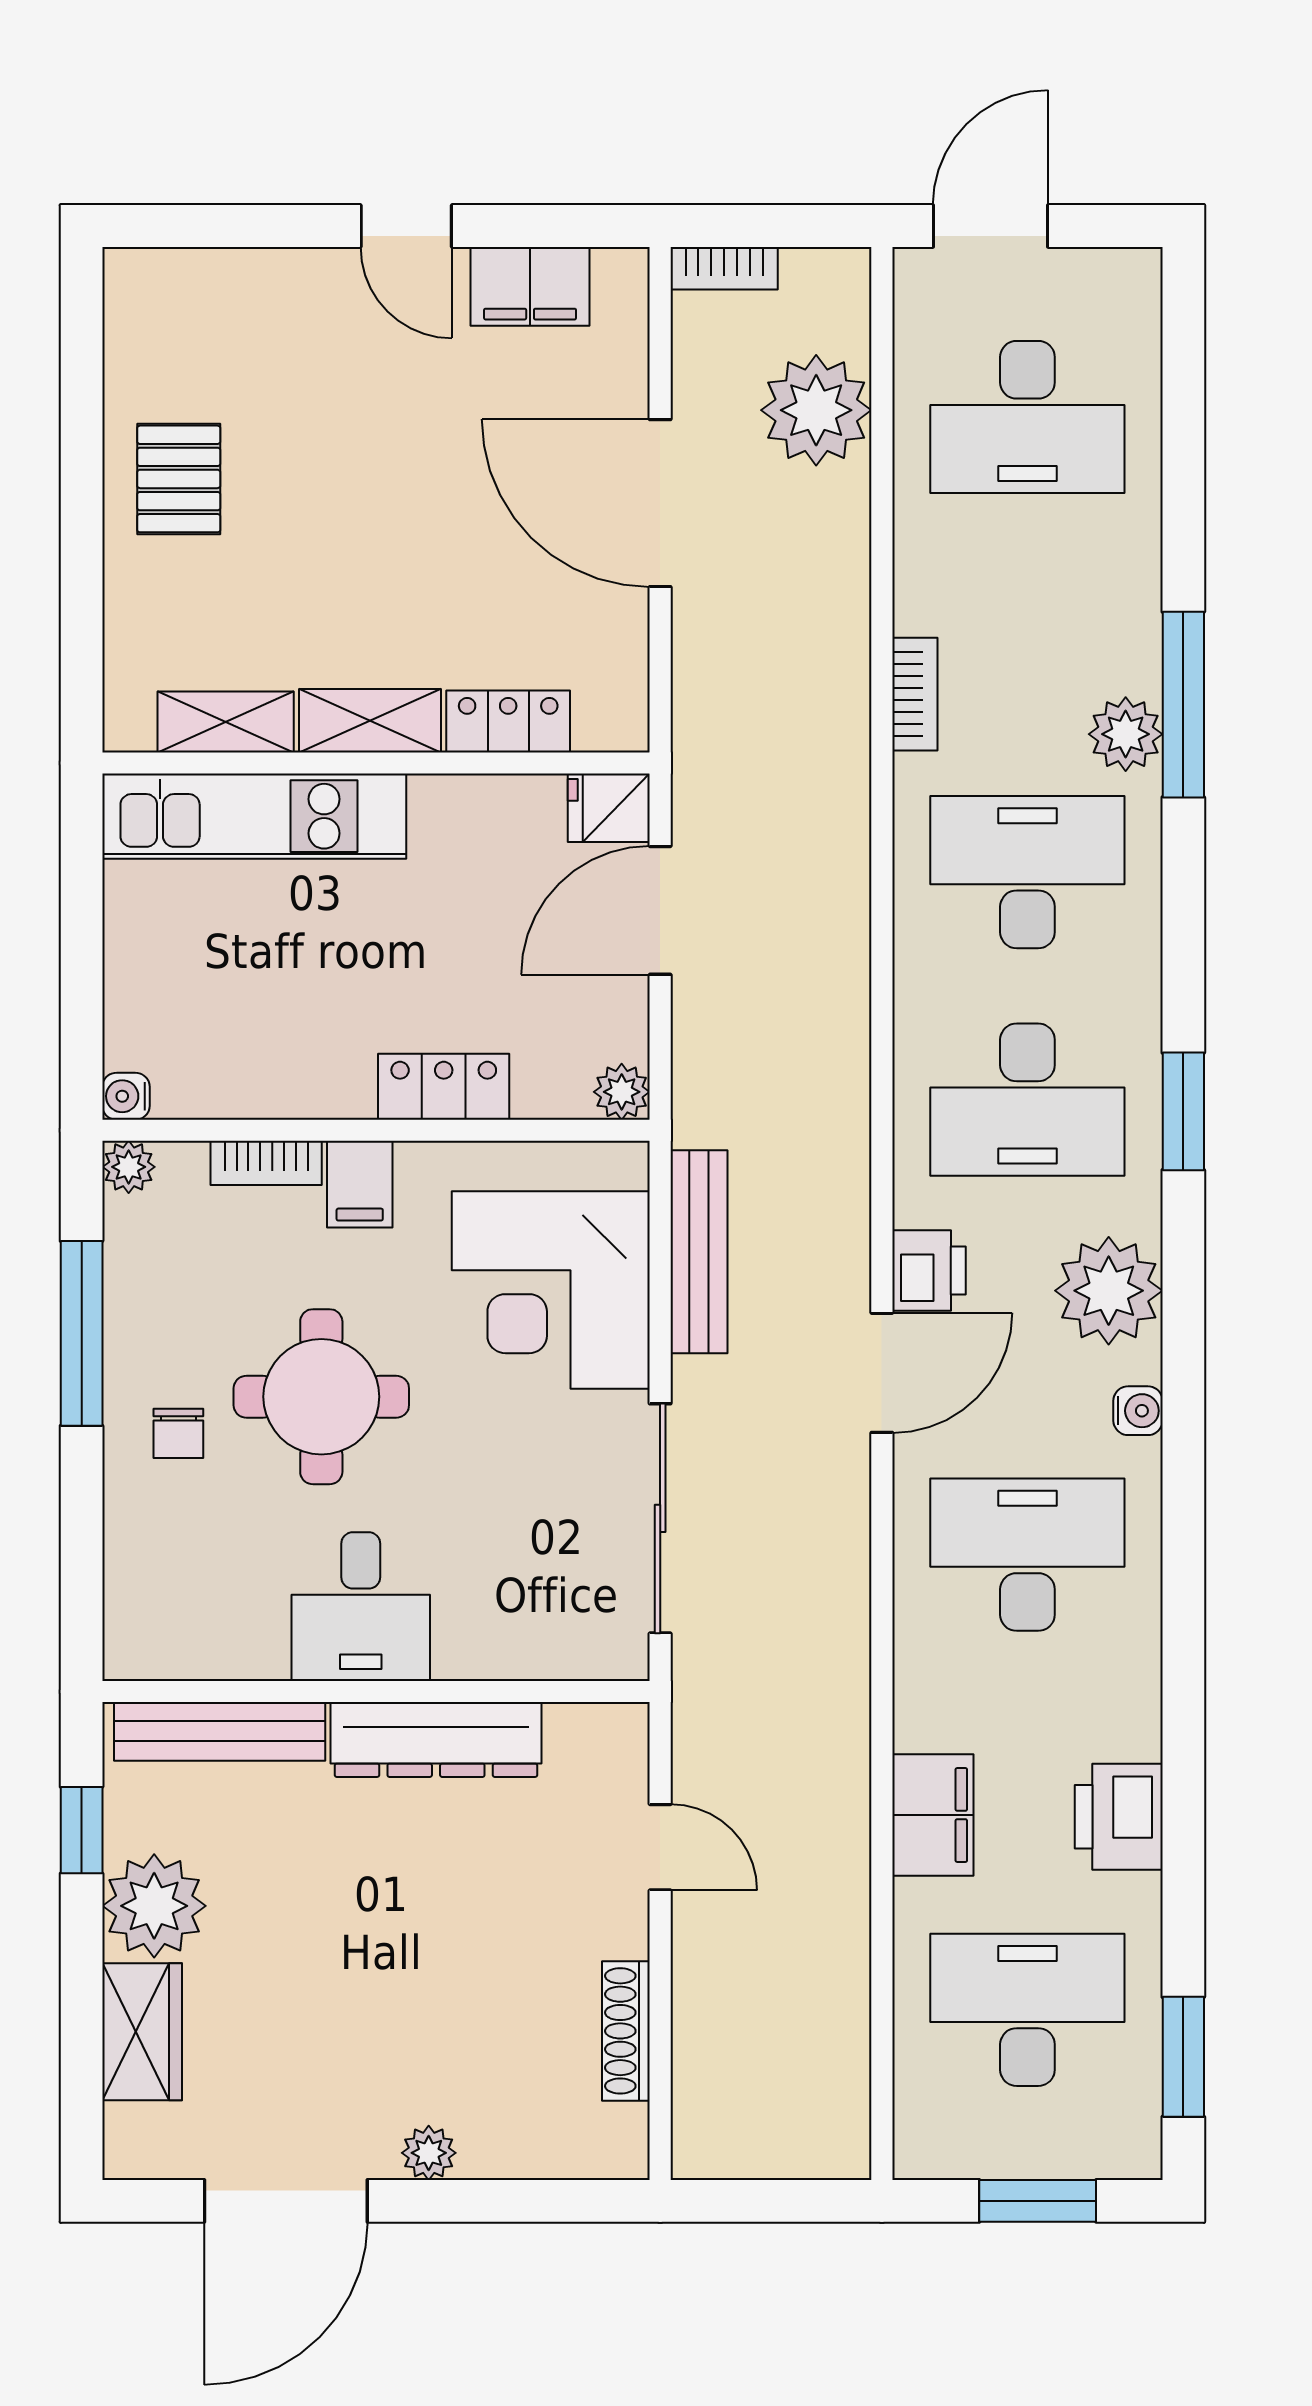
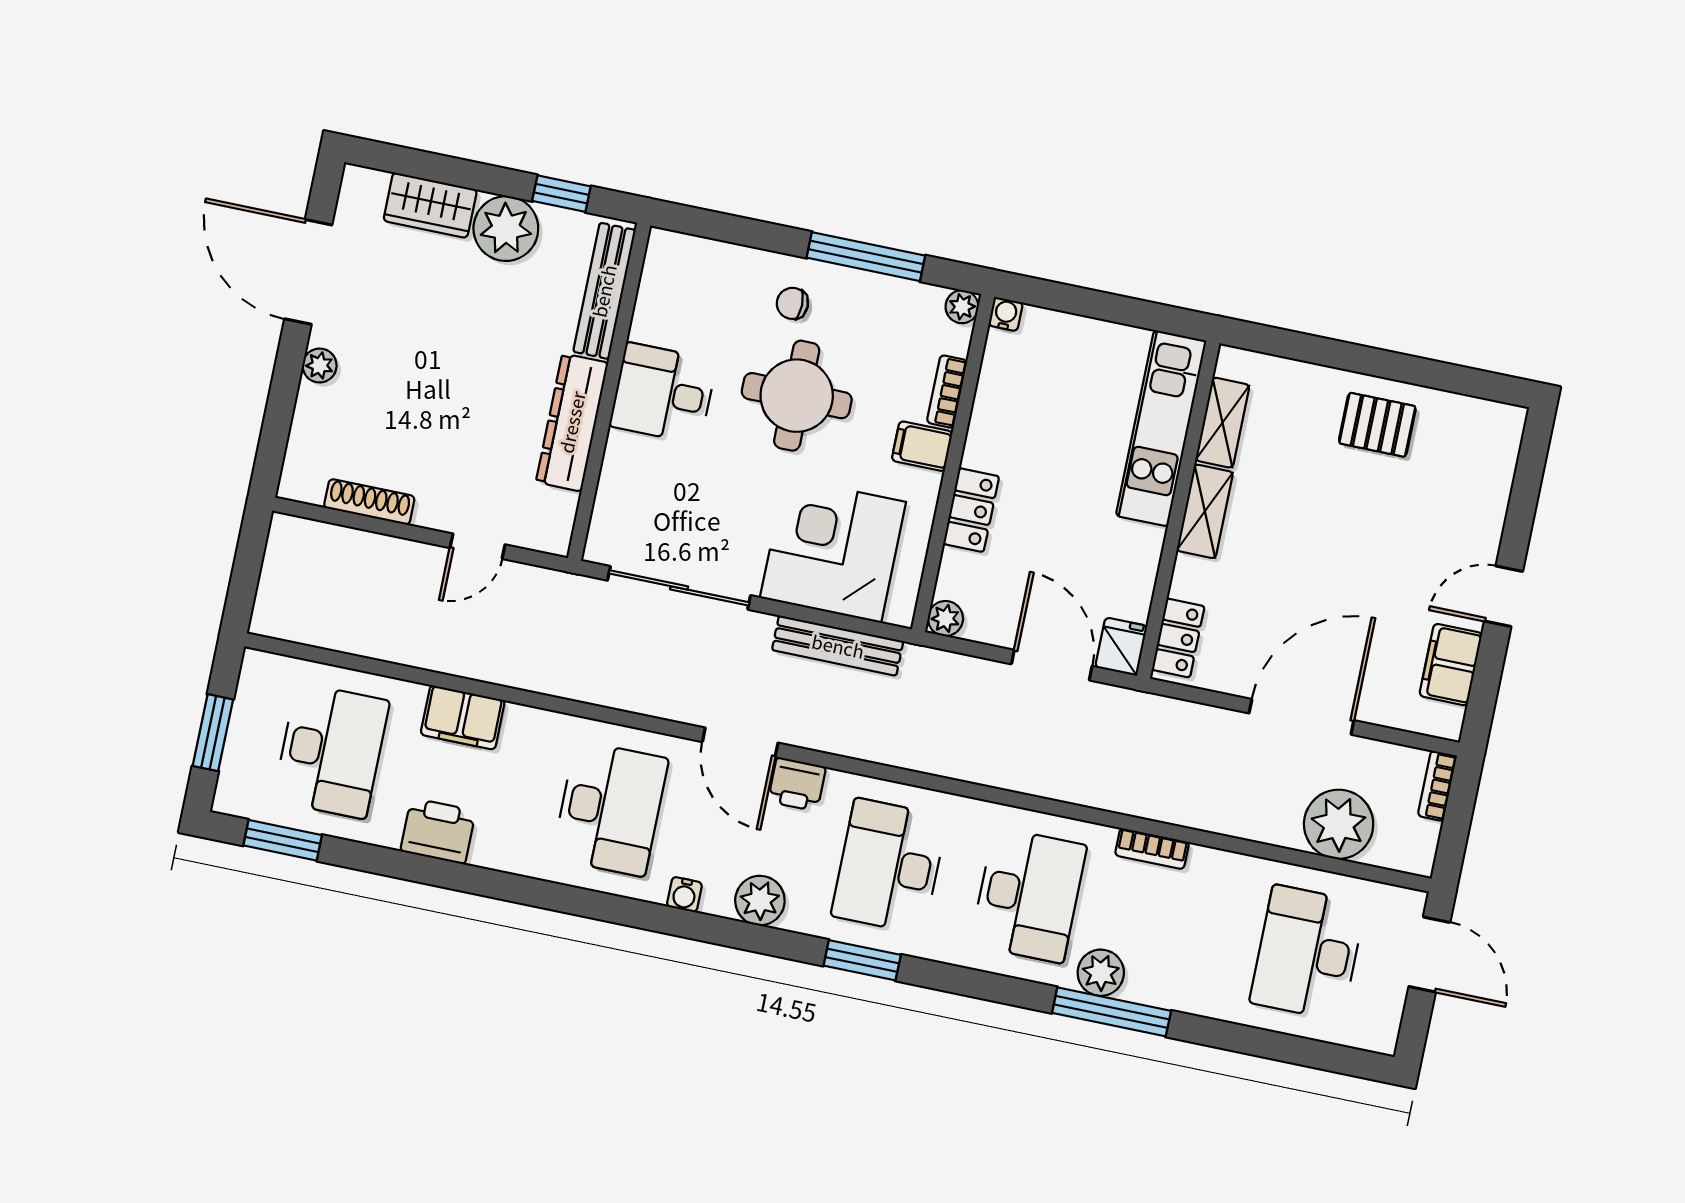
locker: (508, 721) -> (1178, 638), moved
plant: (1109, 1291) -> (760, 901), width x0.73, depth x0.73

